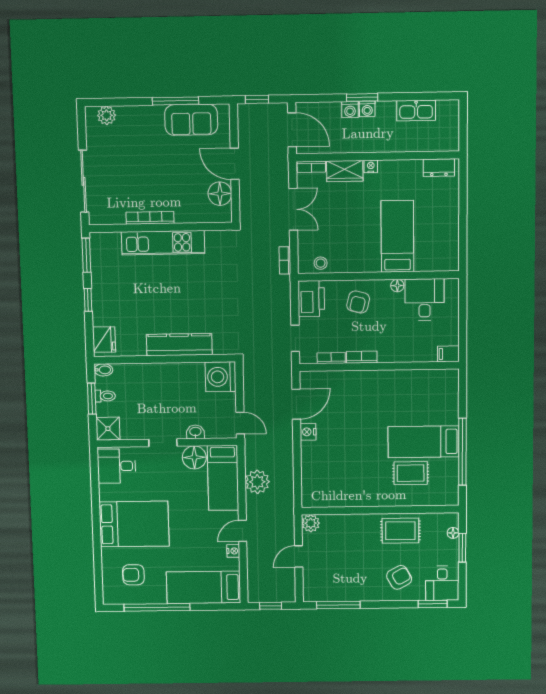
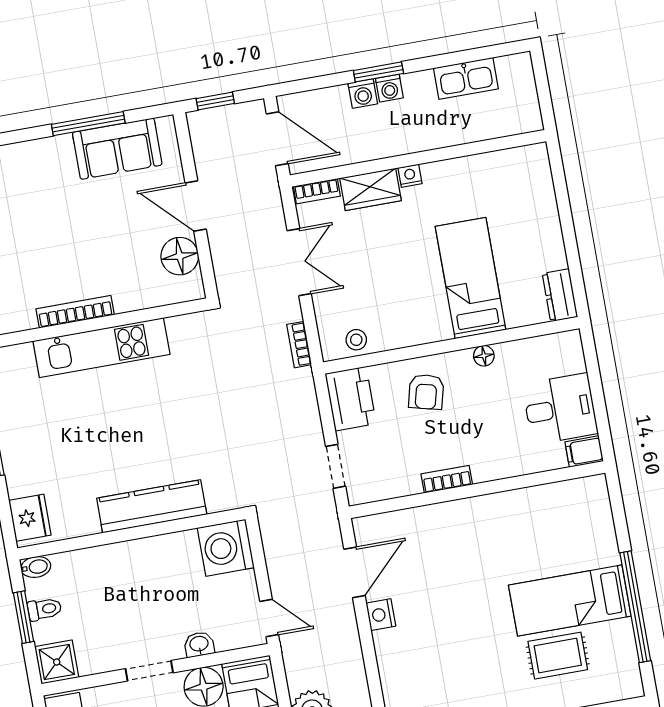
dresser: (439, 168) -> (560, 295), moved, turned 90
desk: (425, 300) -> (560, 409), moved, turned 90
bookcase: (331, 358) -> (398, 489), removed

